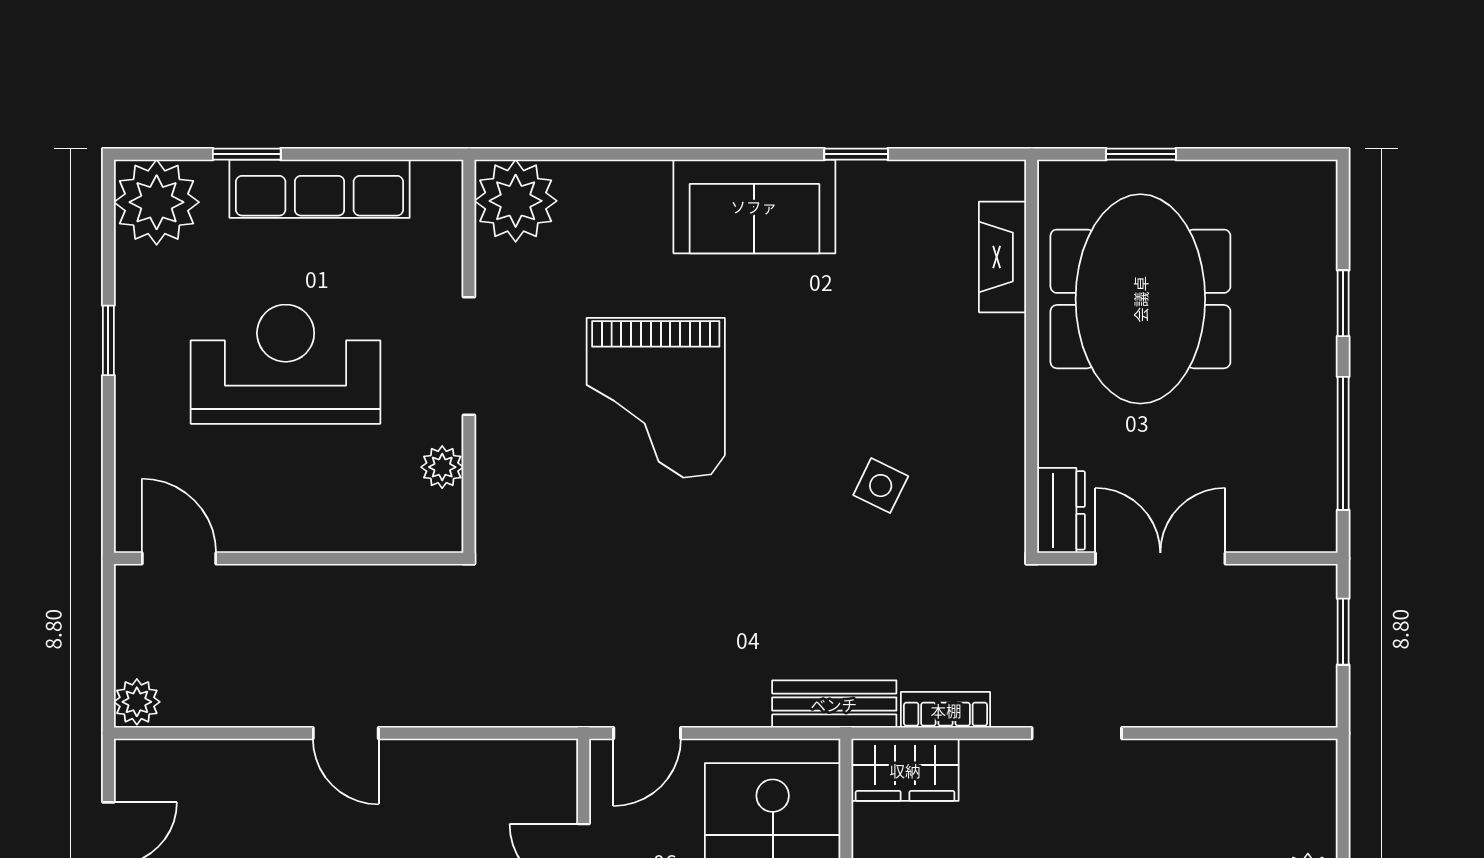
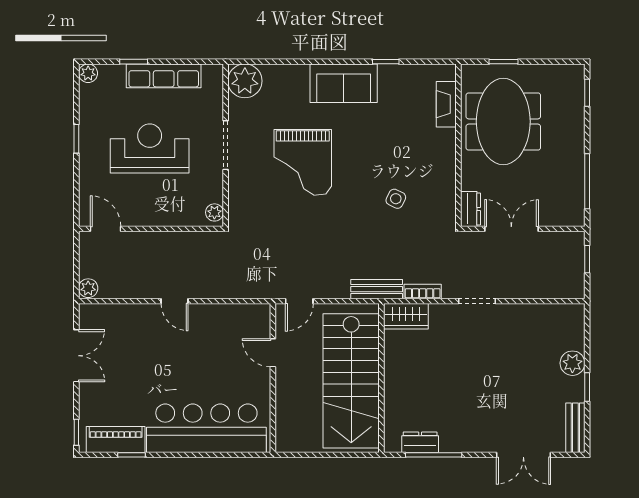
plant: (157, 202) -> (88, 73), width x0.53, depth x0.53
window: (1343, 303) -> (587, 93), moved
plant: (442, 467) -> (214, 212), moved

